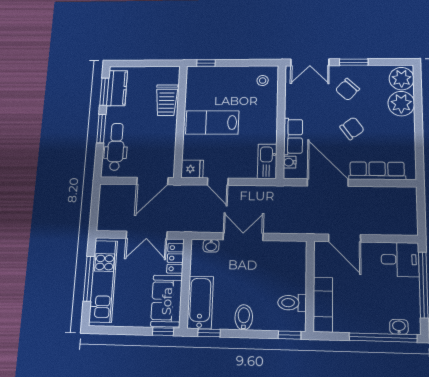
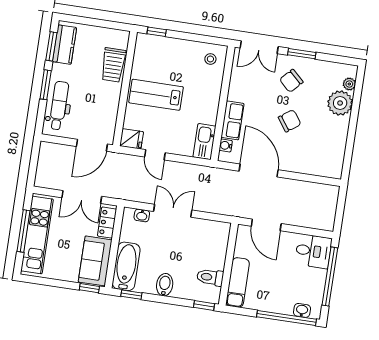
plant: (402, 79) -> (349, 84), width x0.53, depth x0.53
row of seats: (377, 171) -> (306, 166), removed

